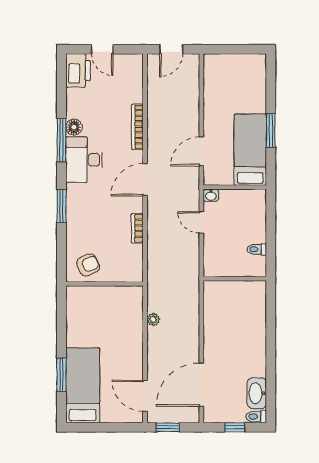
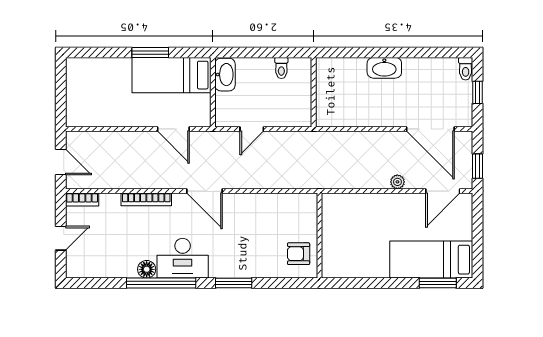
printer: (78, 71) -> (84, 265), removed
window: (61, 140) -> (161, 283), width x1.46
washbasin: (211, 195) -> (225, 75), moved, width x1.91, depth x1.45
bookcase: (137, 228) -> (82, 200), moved
armchair: (88, 265) -> (299, 254), turned -65
plant: (153, 319) -> (397, 182), moved
window: (61, 375) -> (438, 283), moved
washbasin: (257, 393) -> (384, 68), moved

